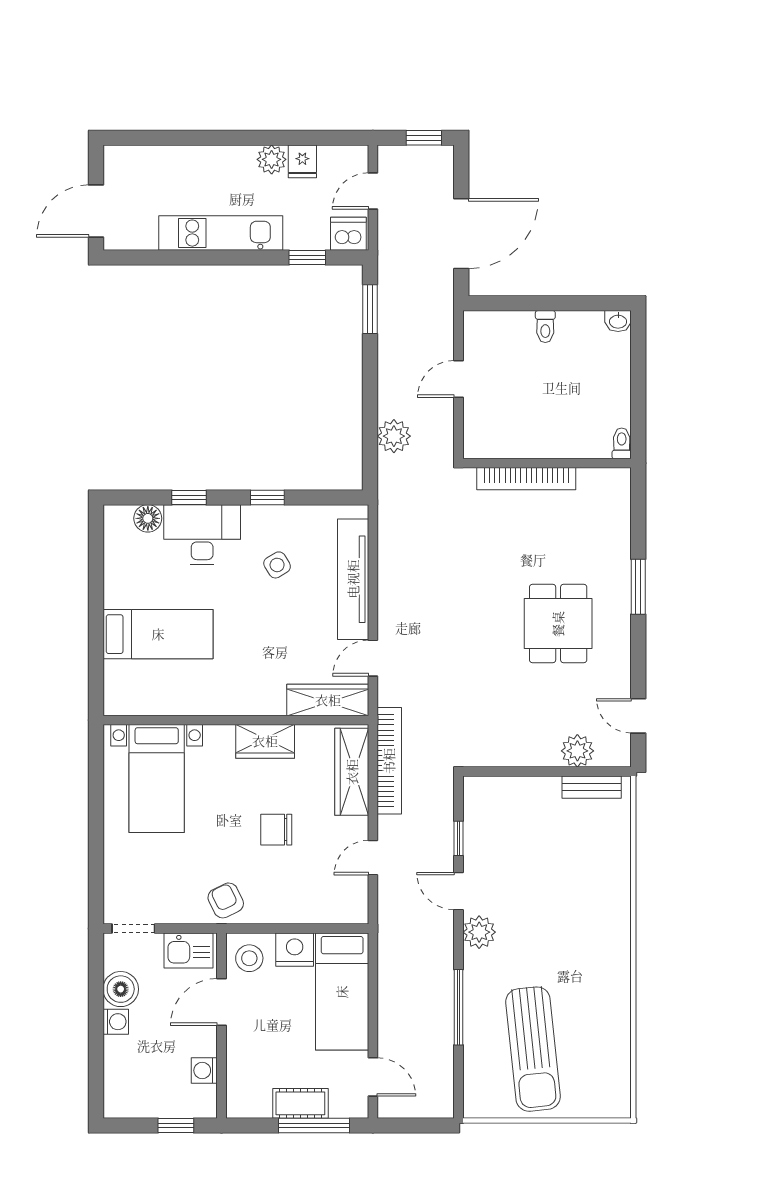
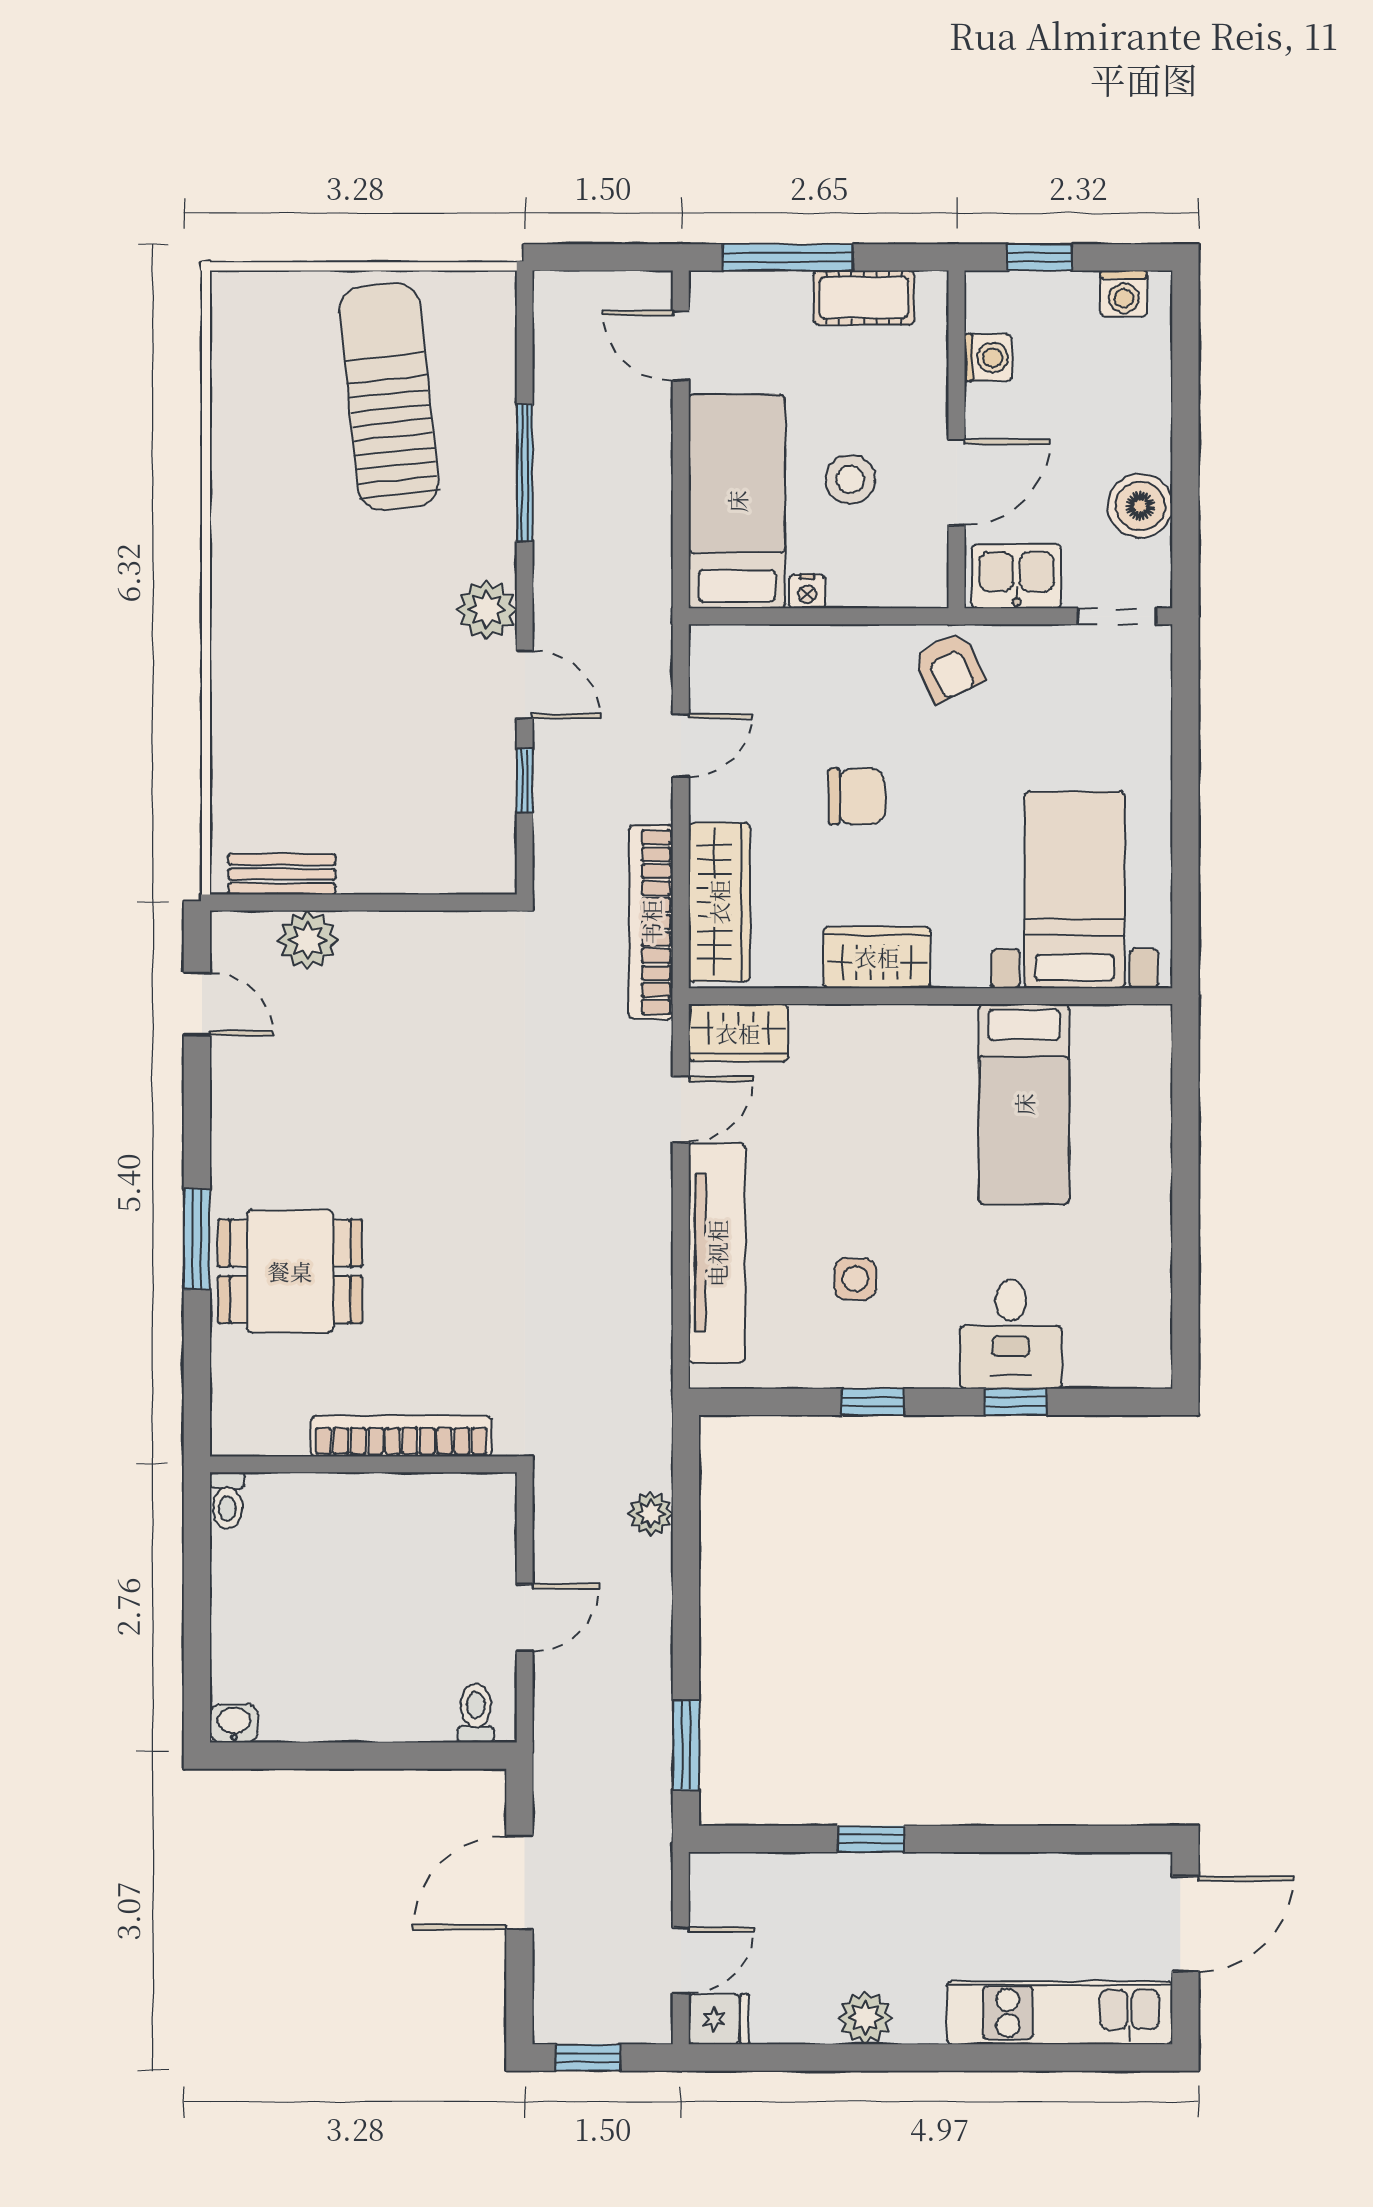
fridge: (302, 161) -> (719, 2019), moved, turned 90
kitchen unit: (221, 233) -> (1060, 2013), moved, turned 180
dishwasher: (348, 234) -> (725, 1882), removed
door: (461, 234) -> (519, 1883), width x0.73
window: (307, 258) -> (871, 1839), moved
toilet: (545, 327) -> (476, 1713), moved
plant: (394, 436) -> (651, 1514), width x0.73, depth x0.73
floor lamp: (148, 518) -> (1091, 1364), removed
desk: (202, 535) -> (1011, 1334), width x0.73
side table: (277, 565) -> (855, 1279), turned 31
dining table: (558, 624) -> (290, 1271), moved, turned 90
bed: (158, 634) -> (1024, 1104), moved, turned -90
wardrobe: (328, 700) -> (738, 1033), width x0.67
nightstand: (295, 950) -> (807, 591), width x0.53, depth x0.56
stool: (249, 958) -> (850, 479), moved
washing machine: (116, 1022) -> (1124, 293), moved, turned -90
cot: (300, 1103) -> (864, 298), moved

